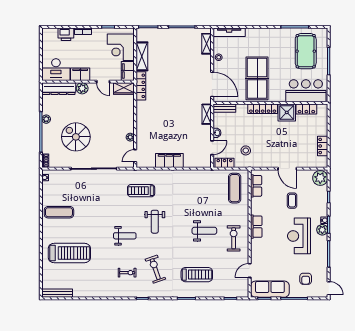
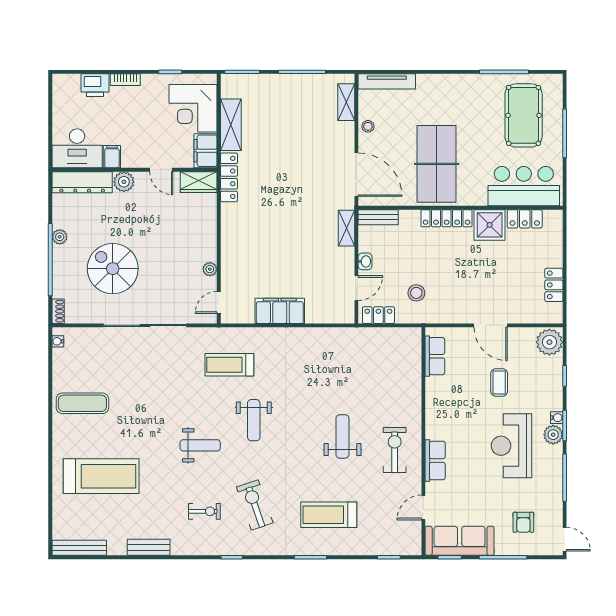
filing cabinet: (80, 74) -> (112, 157), width x0.50
exercise mat: (235, 188) -> (396, 360), removed
row of seats: (256, 227) -> (435, 460), moved
weight bench: (204, 231) -> (342, 436), turned -90
treadmill: (197, 275) -> (329, 515), turned 180
bench: (96, 293) -> (149, 547), added

